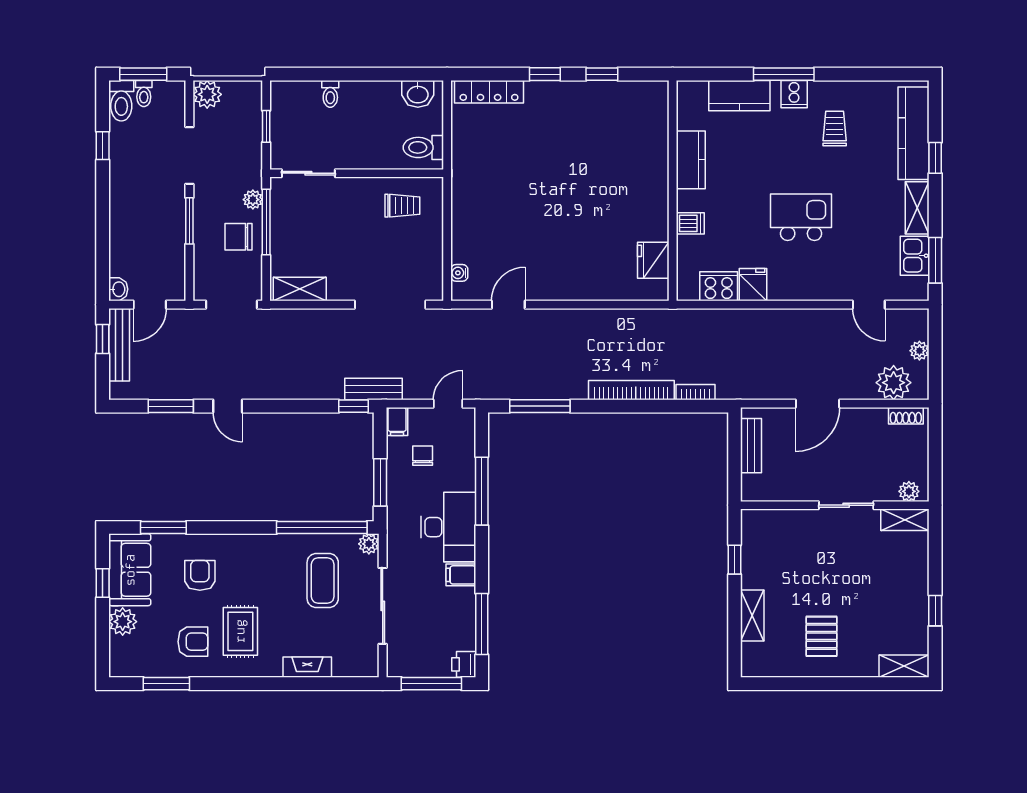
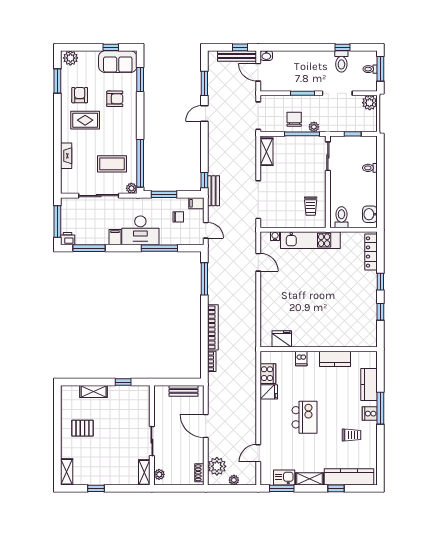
toilet: (121, 101) -> (341, 61), moved, turned -90
kitchen unit: (467, 206) -> (310, 240), added
plant: (123, 622) -> (70, 58), moved
armchair: (193, 642) -> (80, 95), turned 180

